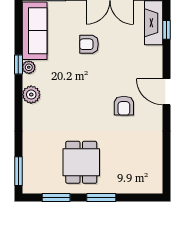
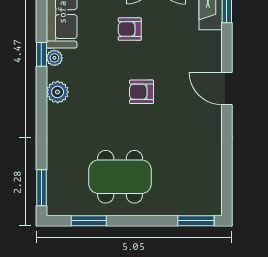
armchair: (124, 106) -> (142, 92), moved, turned 90
dining table: (81, 162) -> (120, 177), width x1.38
window: (101, 197) -> (196, 221), moved

